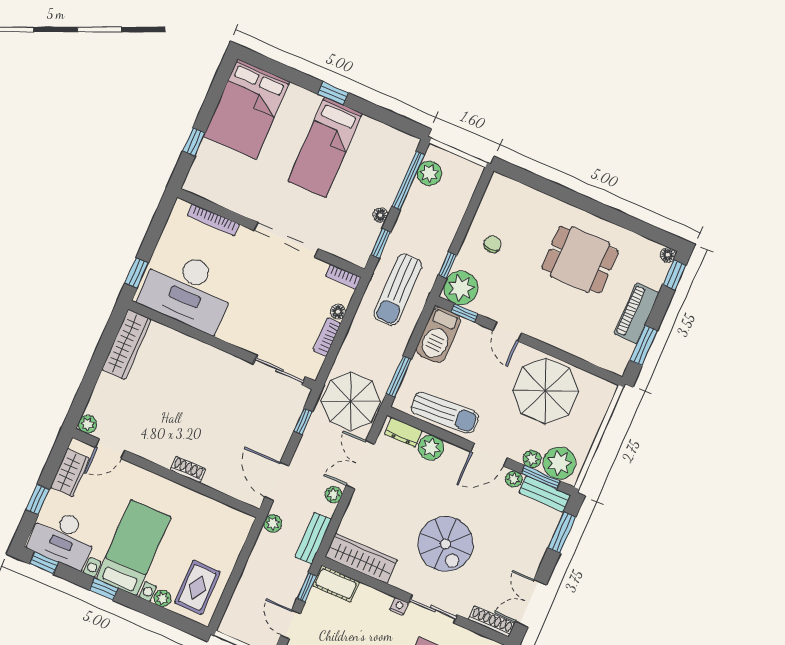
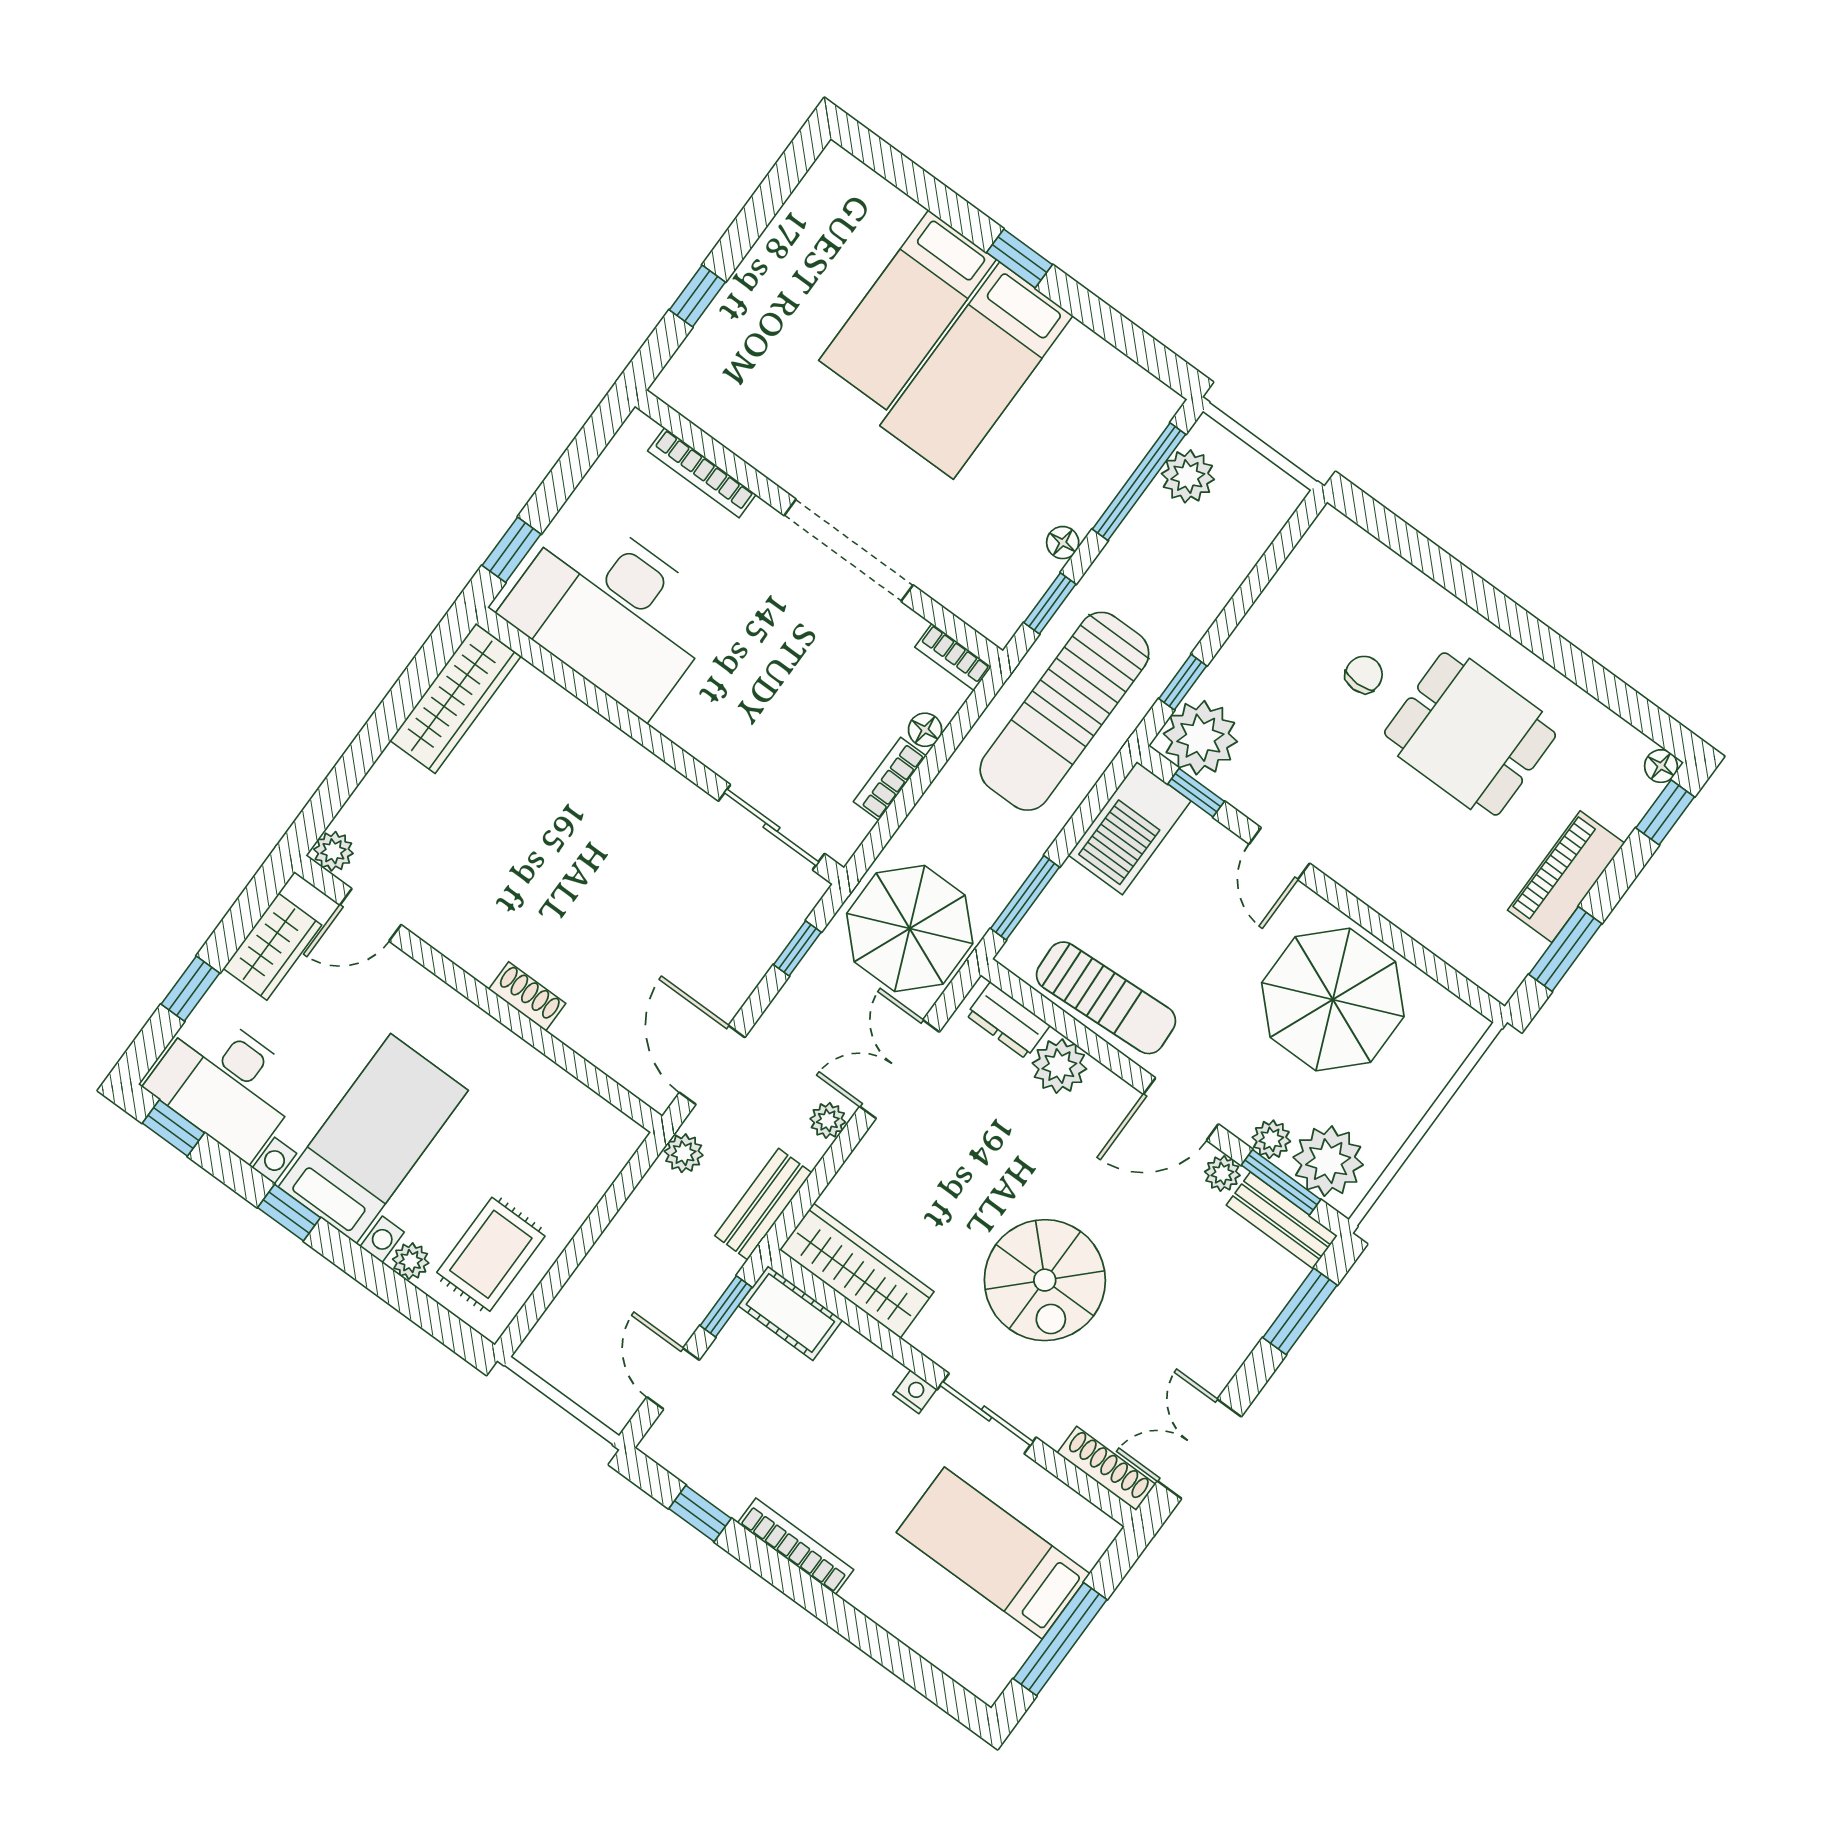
bed: (247, 109) -> (908, 310), moved, width x0.67
chair: (492, 244) -> (1364, 675), moved
sun lounger: (398, 290) -> (1064, 711), width x1.36, depth x1.34

